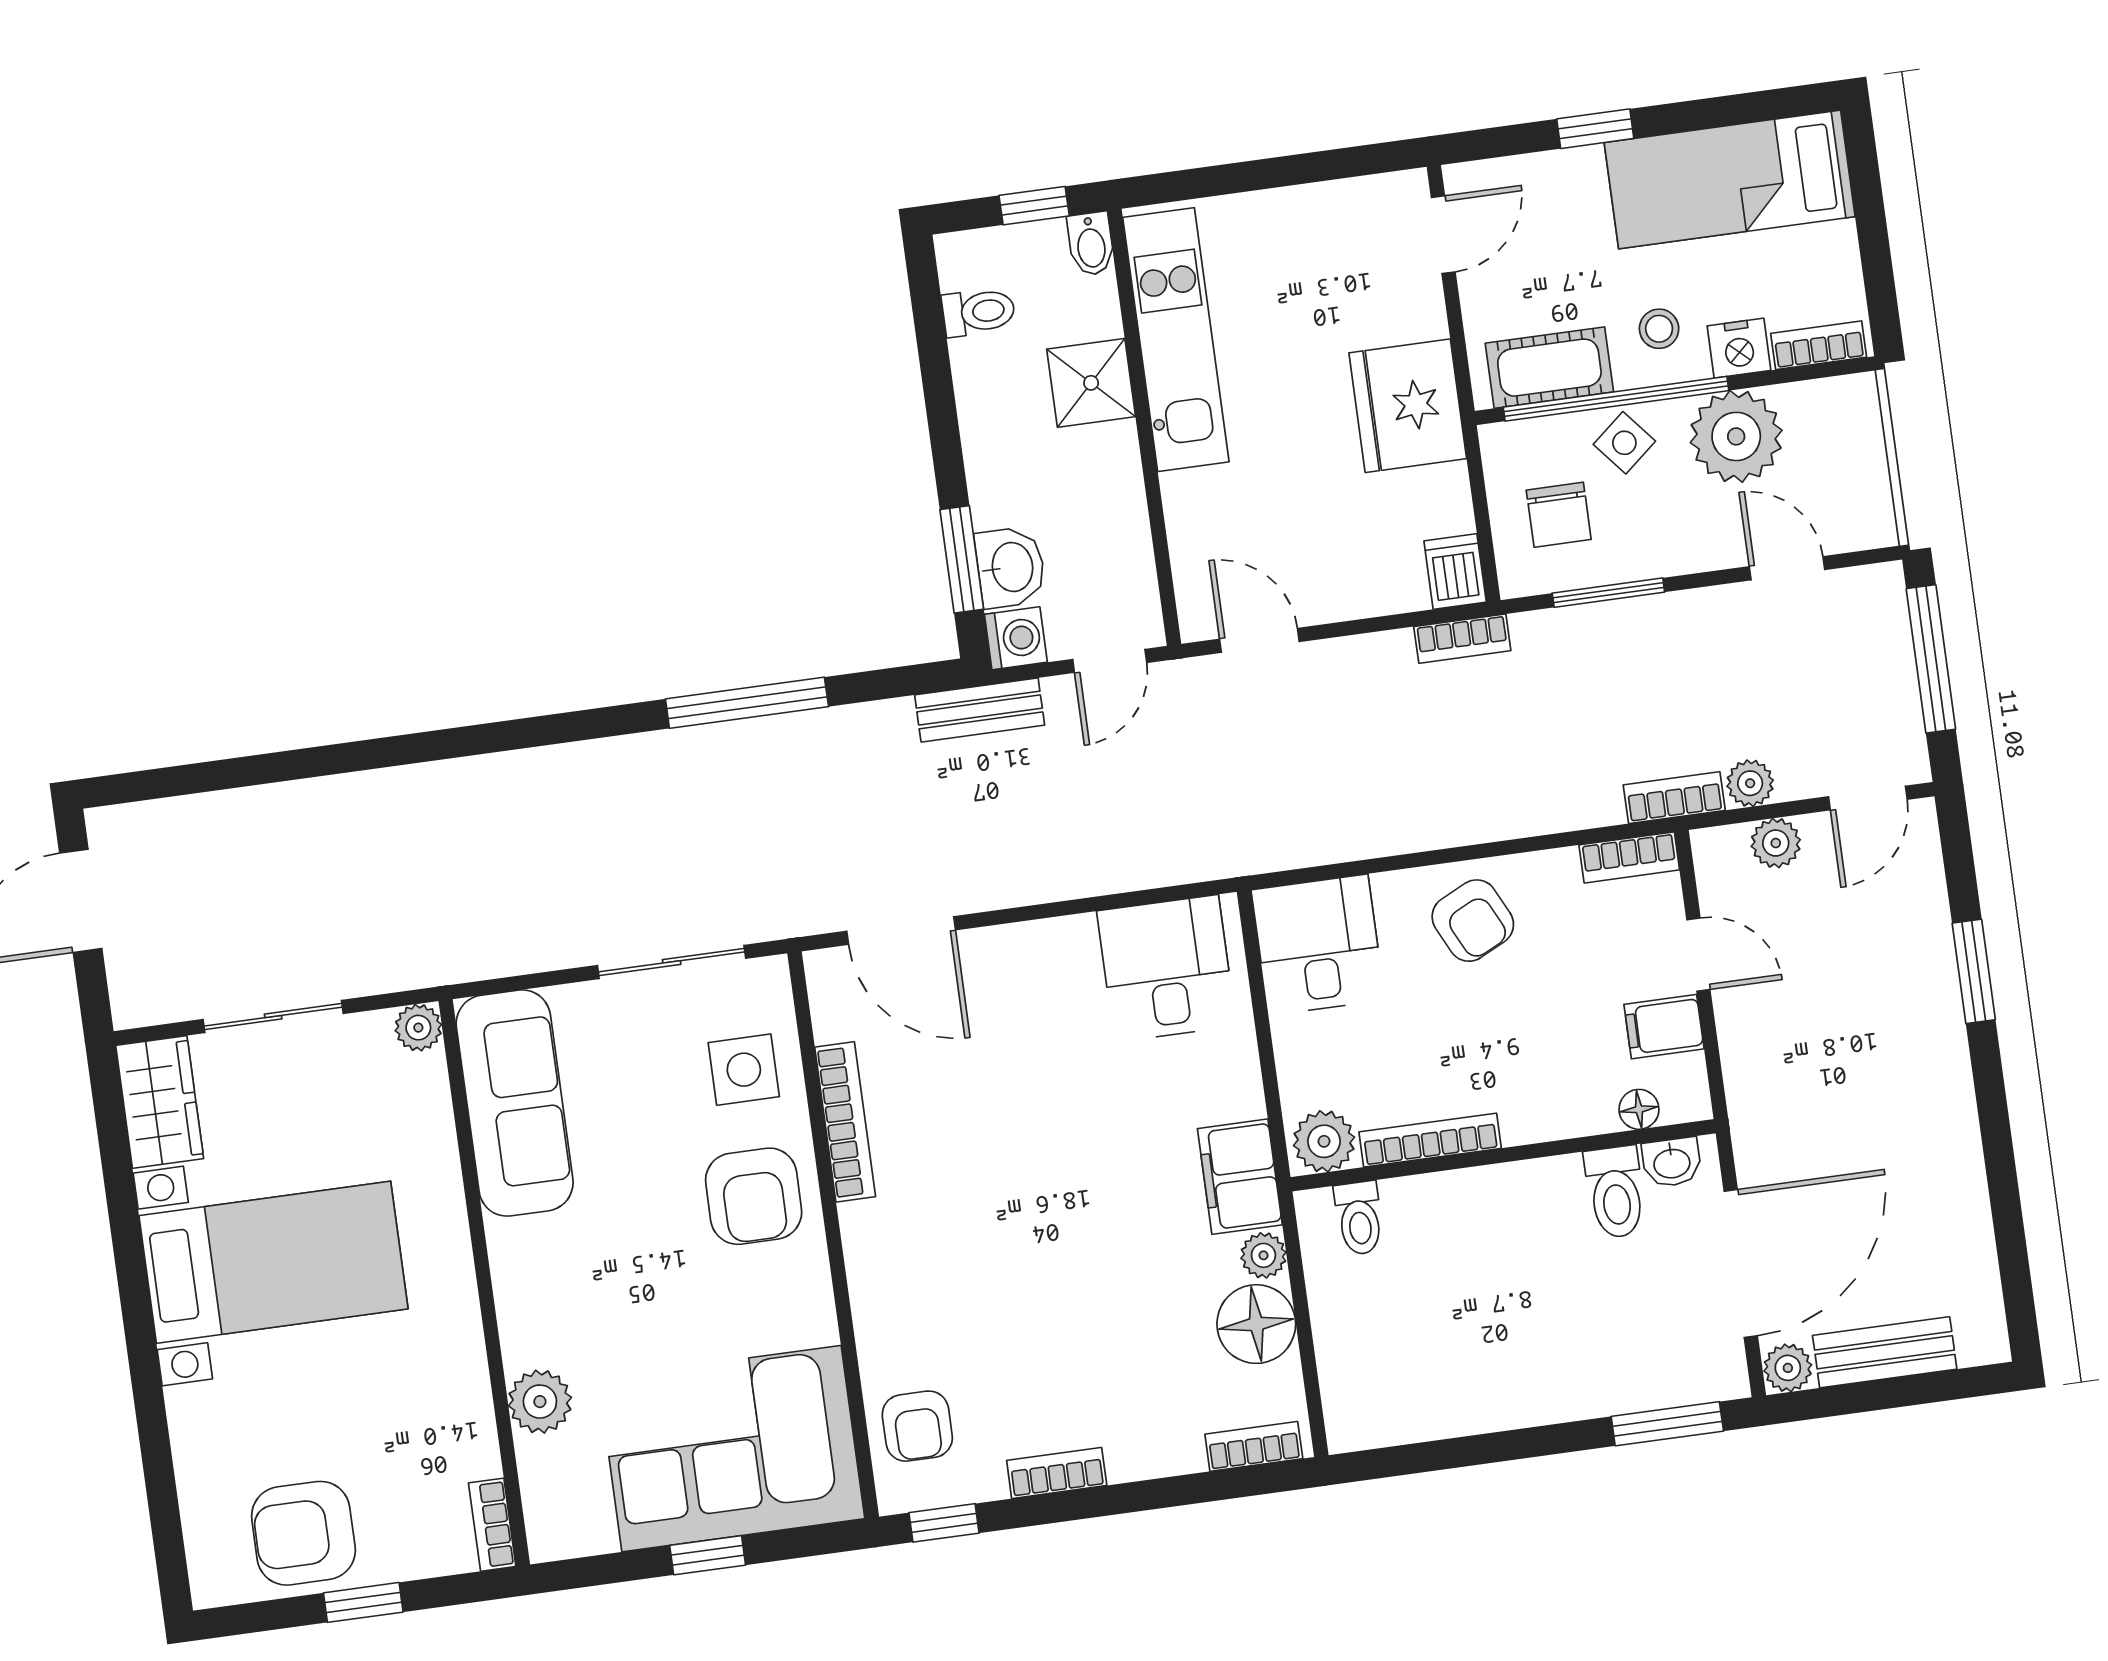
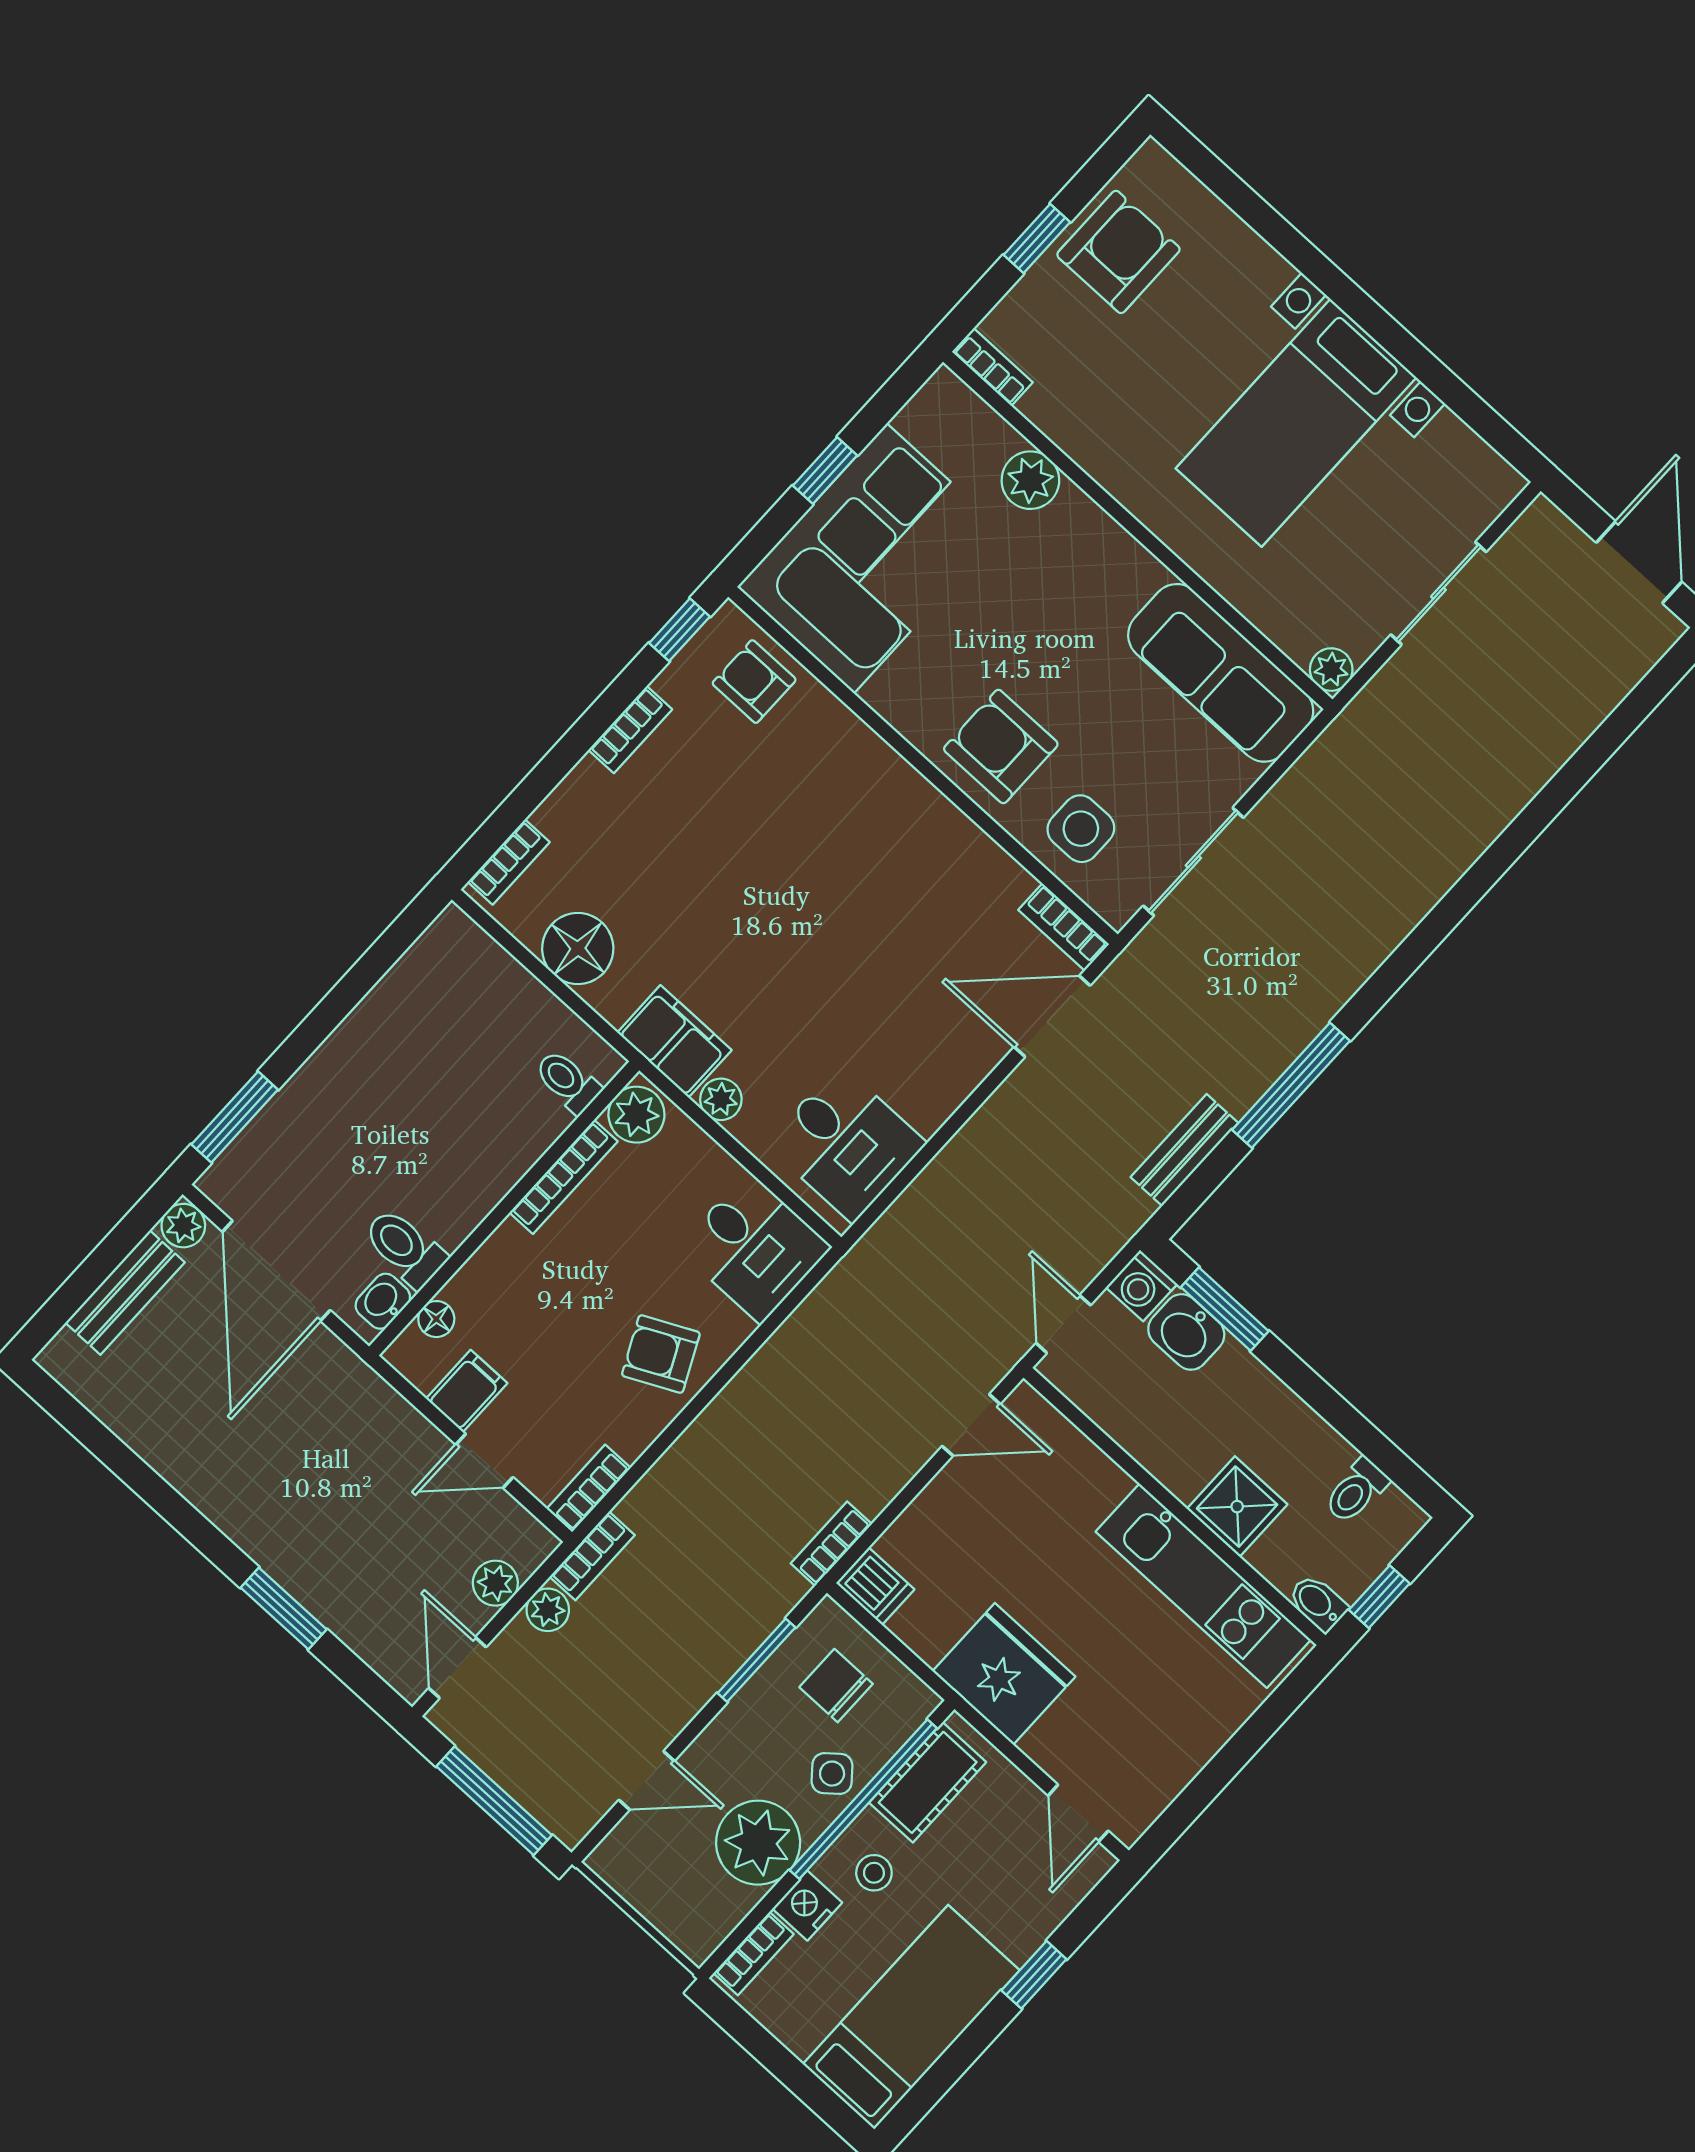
bench: (980, 710) -> (1184, 1150), moved
wardrobe: (160, 1102) -> (1468, 468), removed
bookcase: (845, 1122) -> (1064, 927), moved, width x0.64
plant: (1263, 1255) -> (721, 1099), moved

